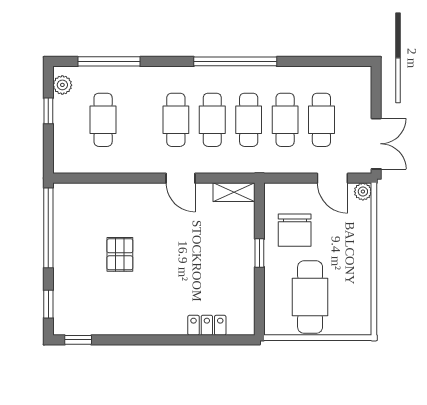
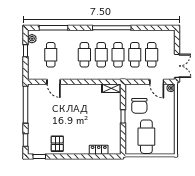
door: (181, 178) -> (54, 82), moved
pallet: (120, 254) -> (57, 144), moved

